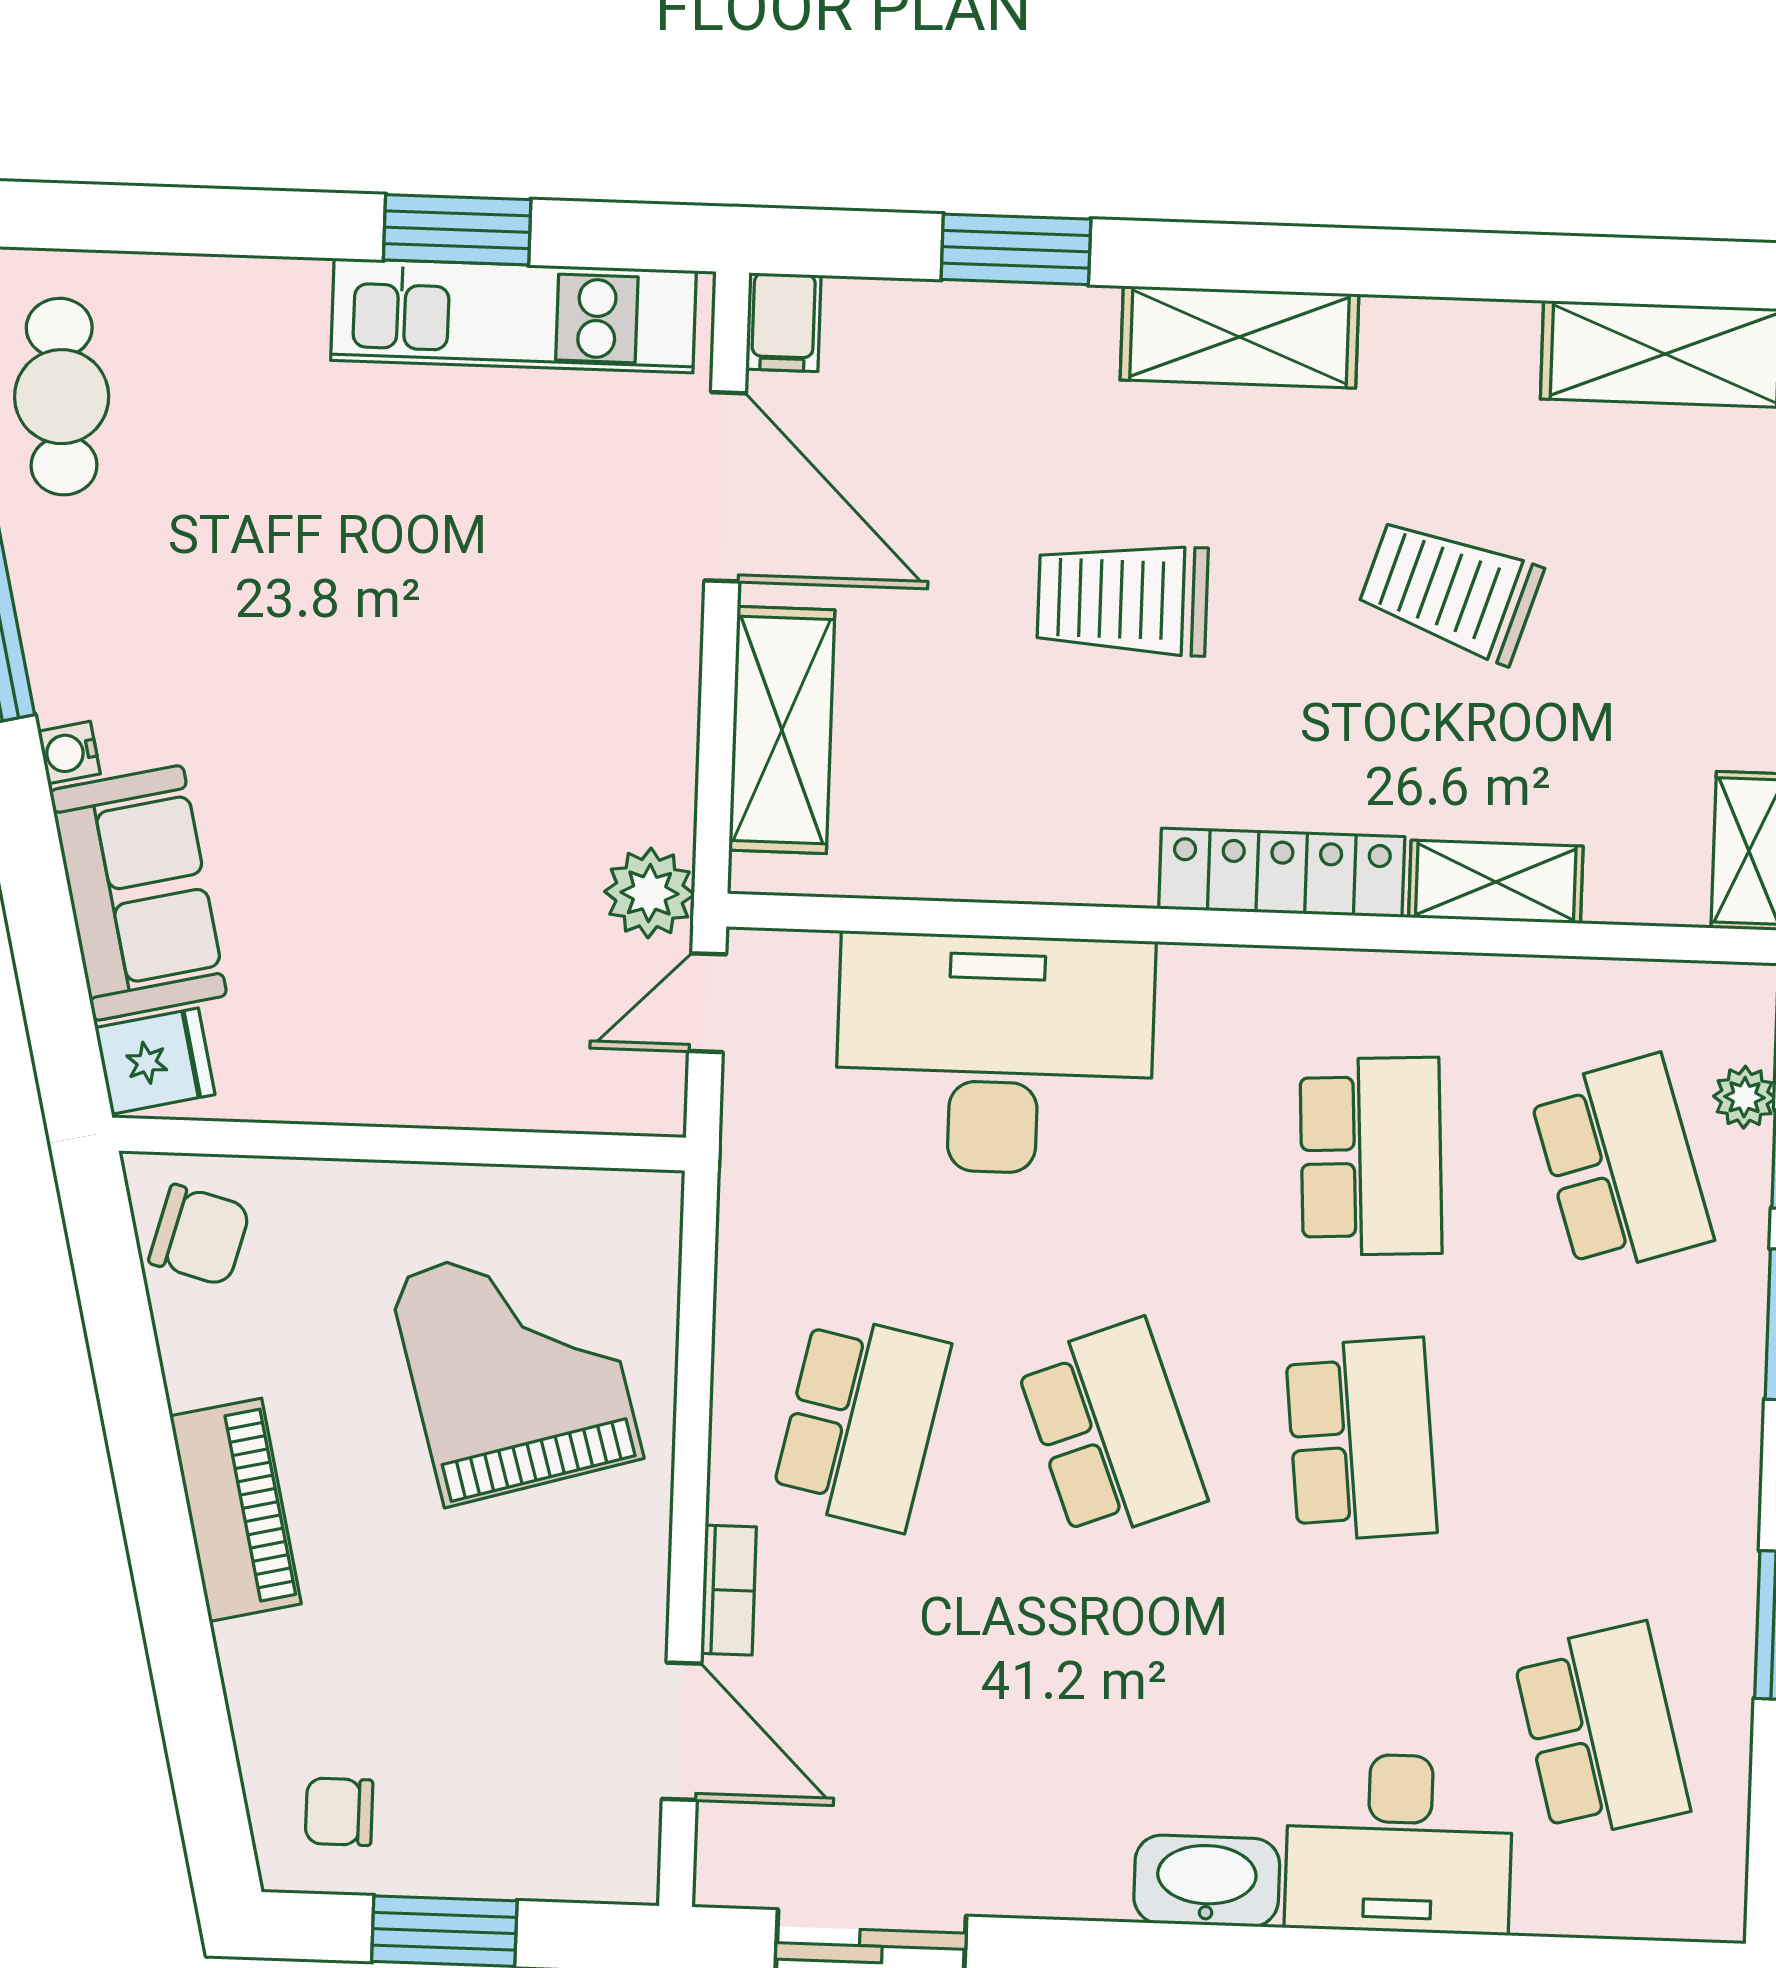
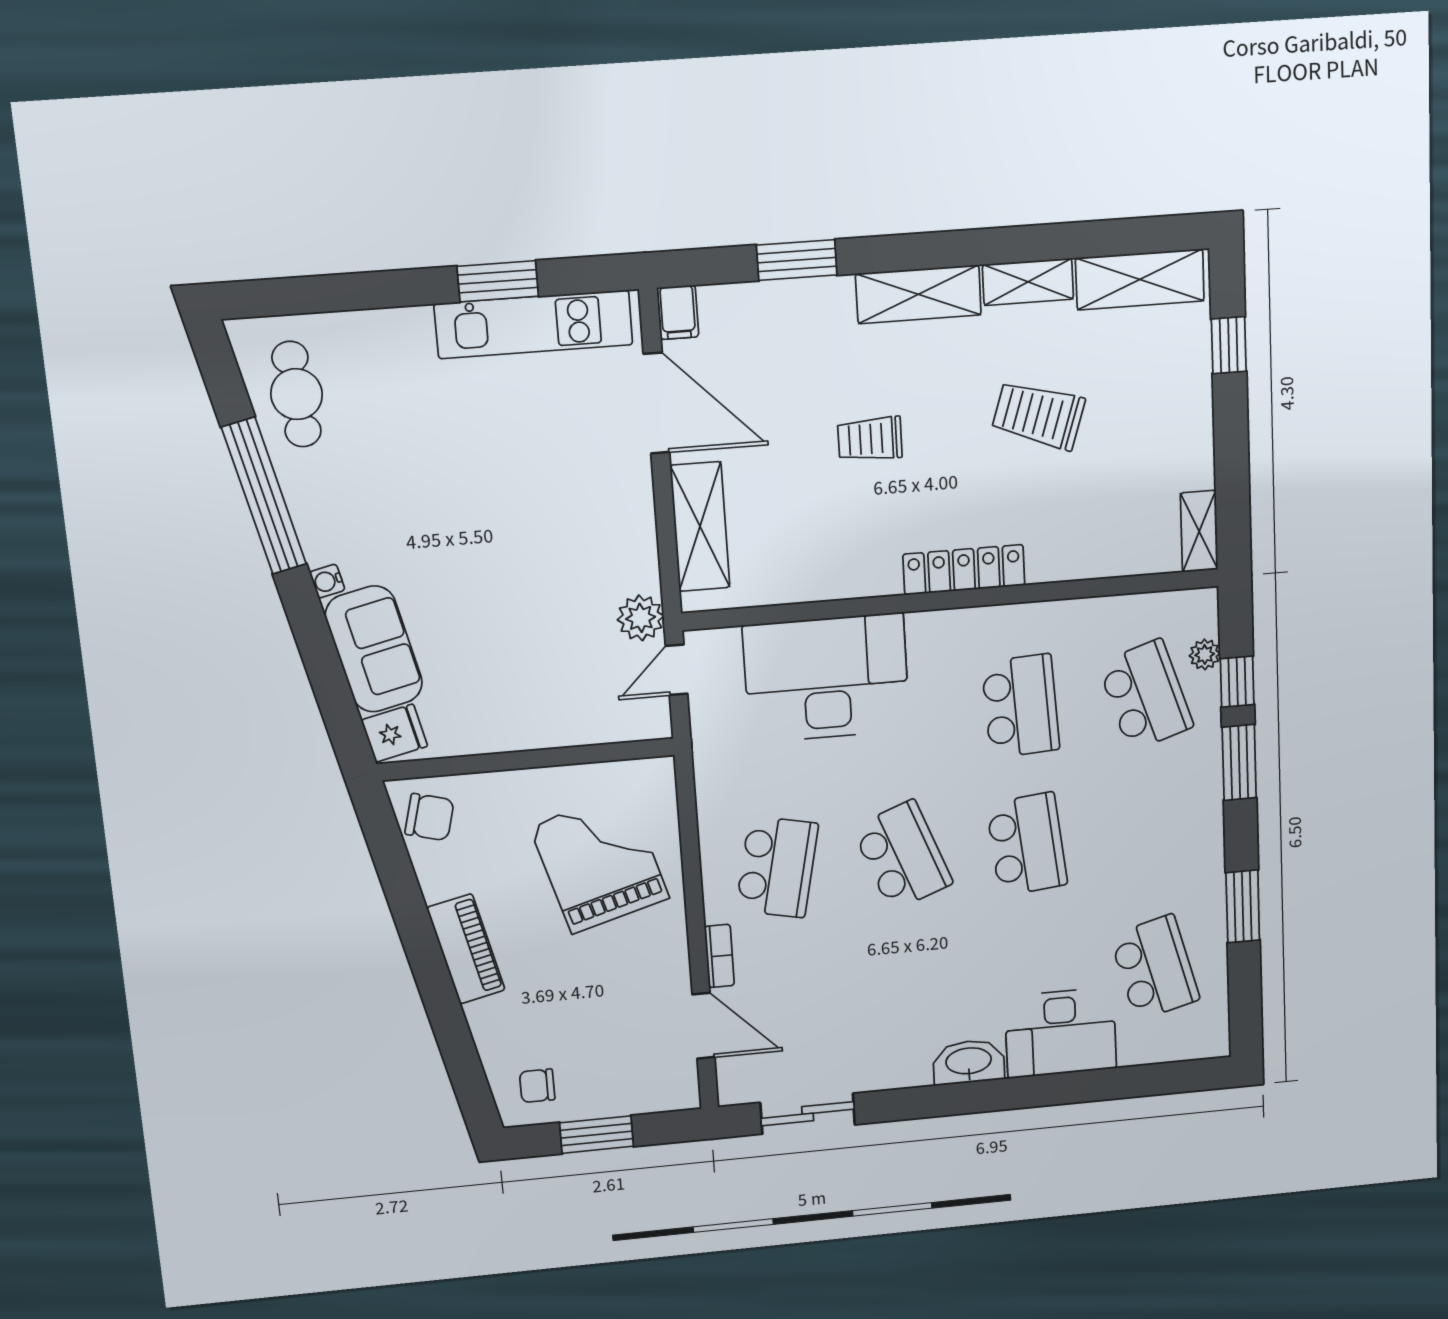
trolley: (1123, 599) -> (870, 439), width x0.73, depth x0.72
shelving: (1496, 882) -> (1028, 282), moved

